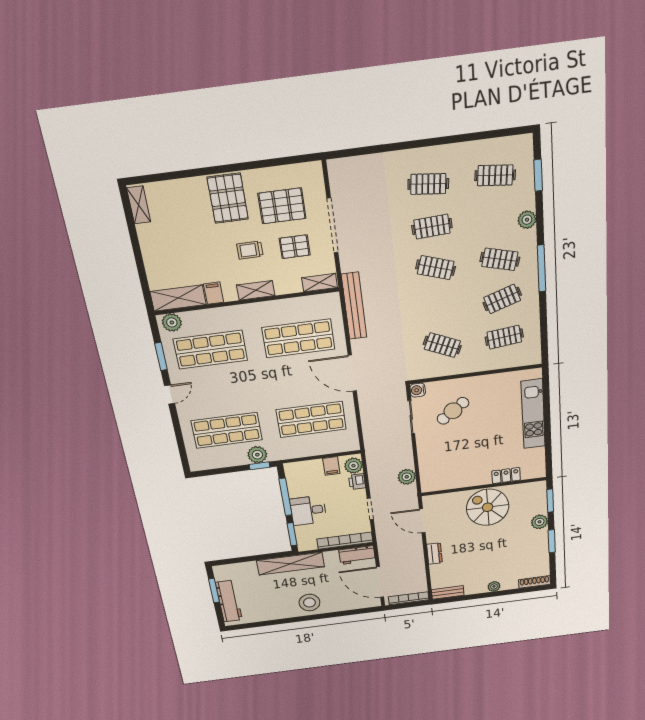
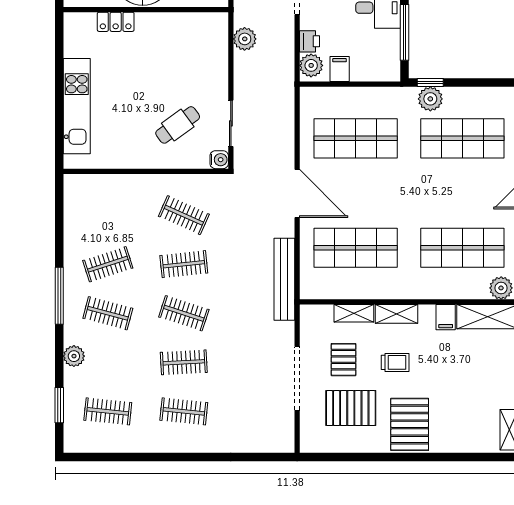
pallet: (295, 247) -> (344, 360), turned 90
shelving: (320, 283) -> (354, 313), moved
clothes rail: (504, 337) -> (184, 264), moved

